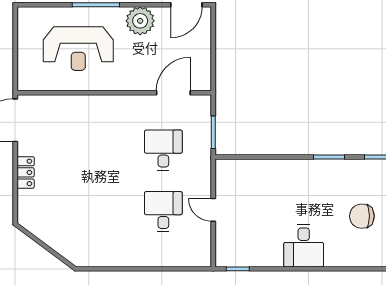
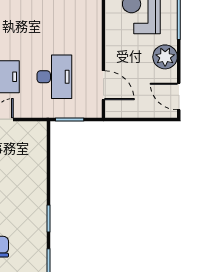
desk: (163, 150) -> (54, 77), width x1.37

